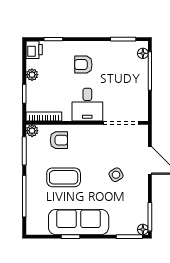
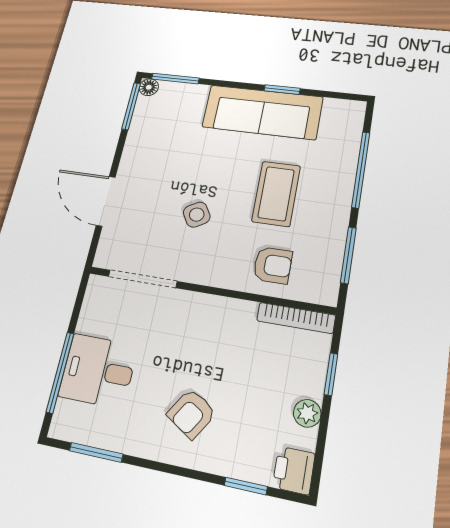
floor lamp: (143, 53) -> (64, 412), removed
armchair: (83, 65) -> (191, 413), turned 122
desk: (87, 105) -> (98, 371), moved, turned -90
plant: (32, 131) -> (326, 293), removed
armchair: (59, 140) -> (273, 265), turned 180
side table: (116, 175) -> (197, 215), moved
coffee table: (64, 177) -> (276, 194), turned 90

